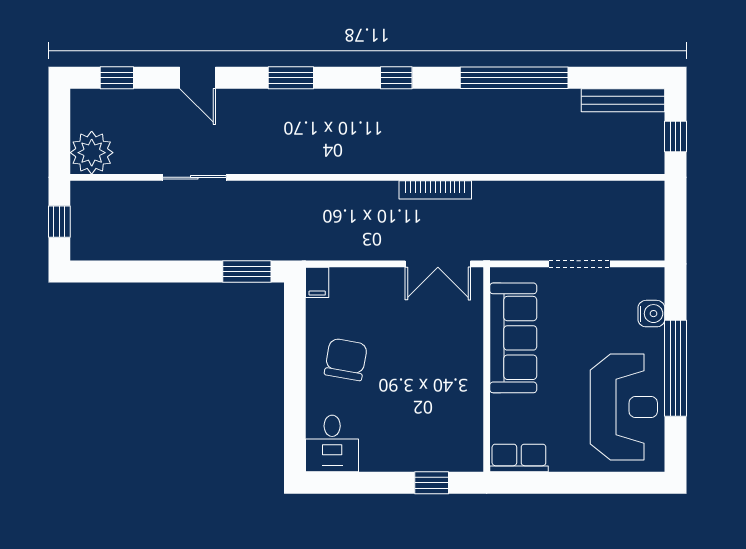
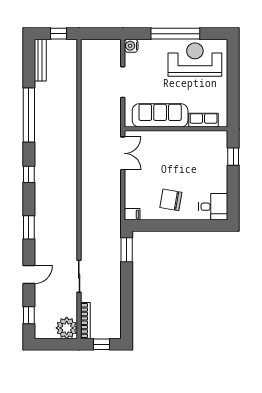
bookcase: (435, 190) -> (85, 321), moved
water cooler: (651, 314) -> (131, 46), moved, turned -90
row of seats: (519, 458) -> (204, 120), moved, turned 90

